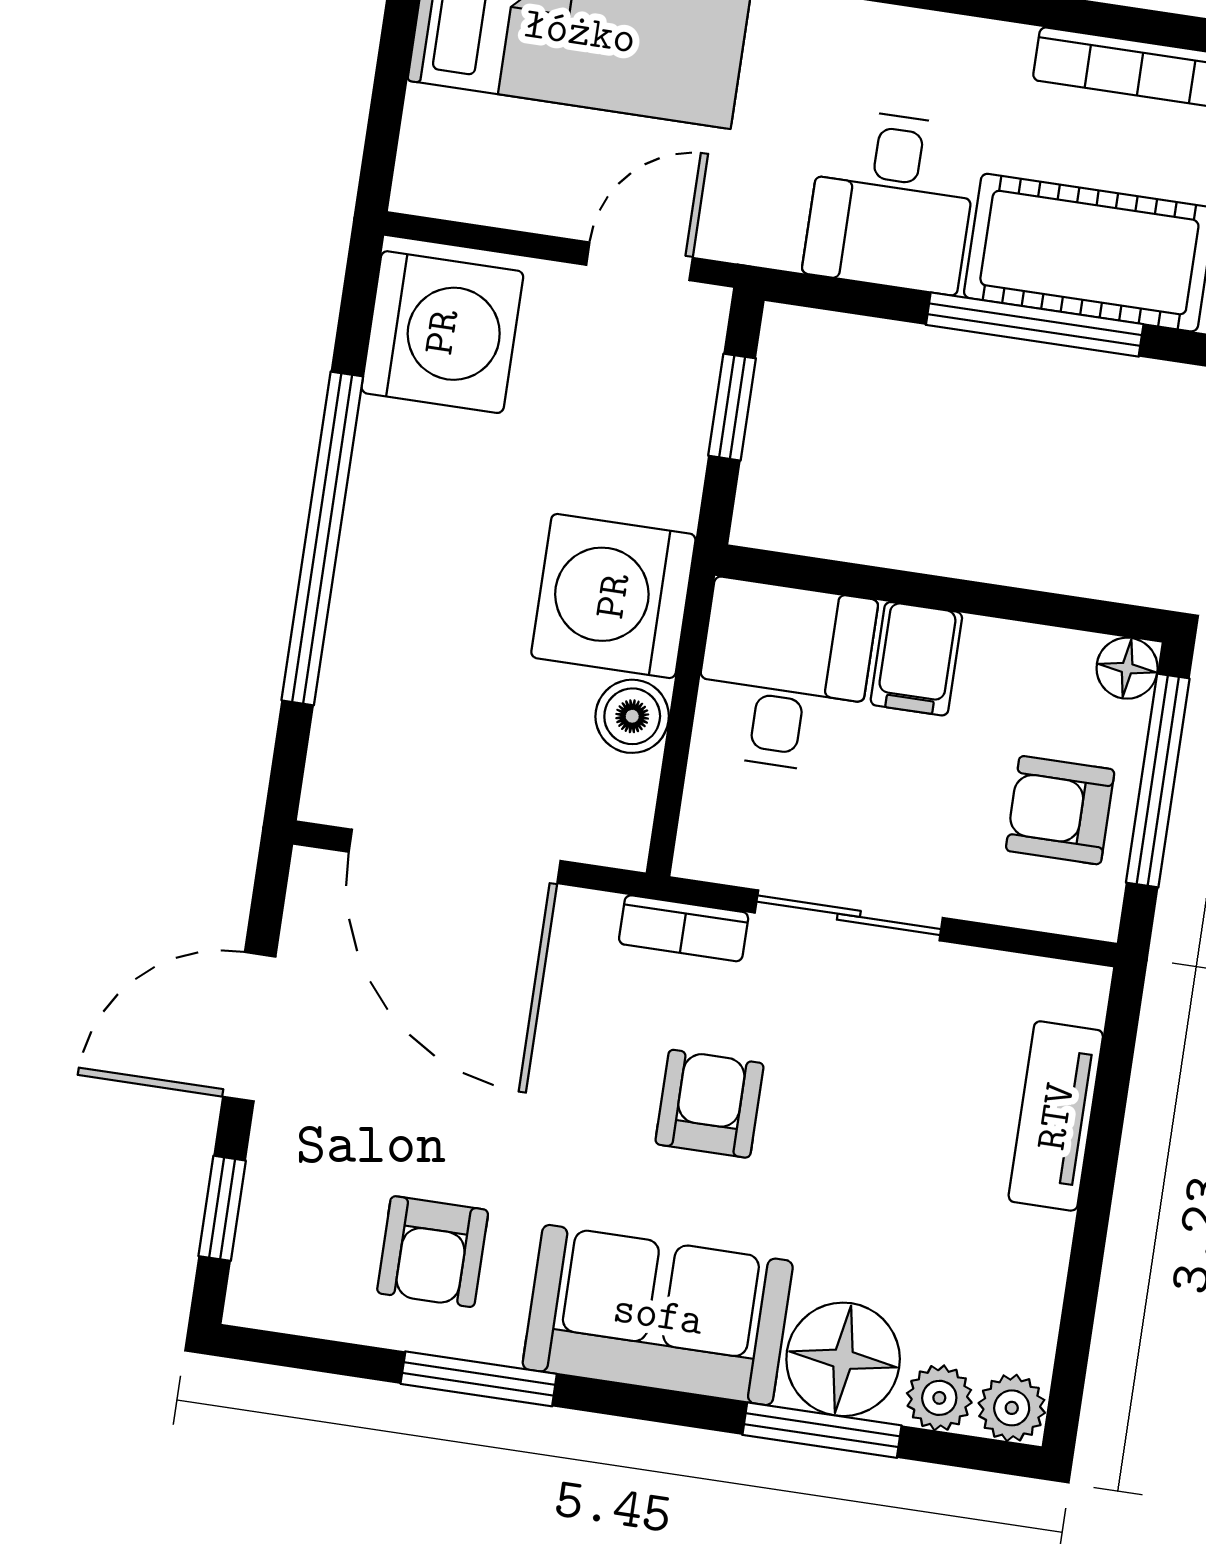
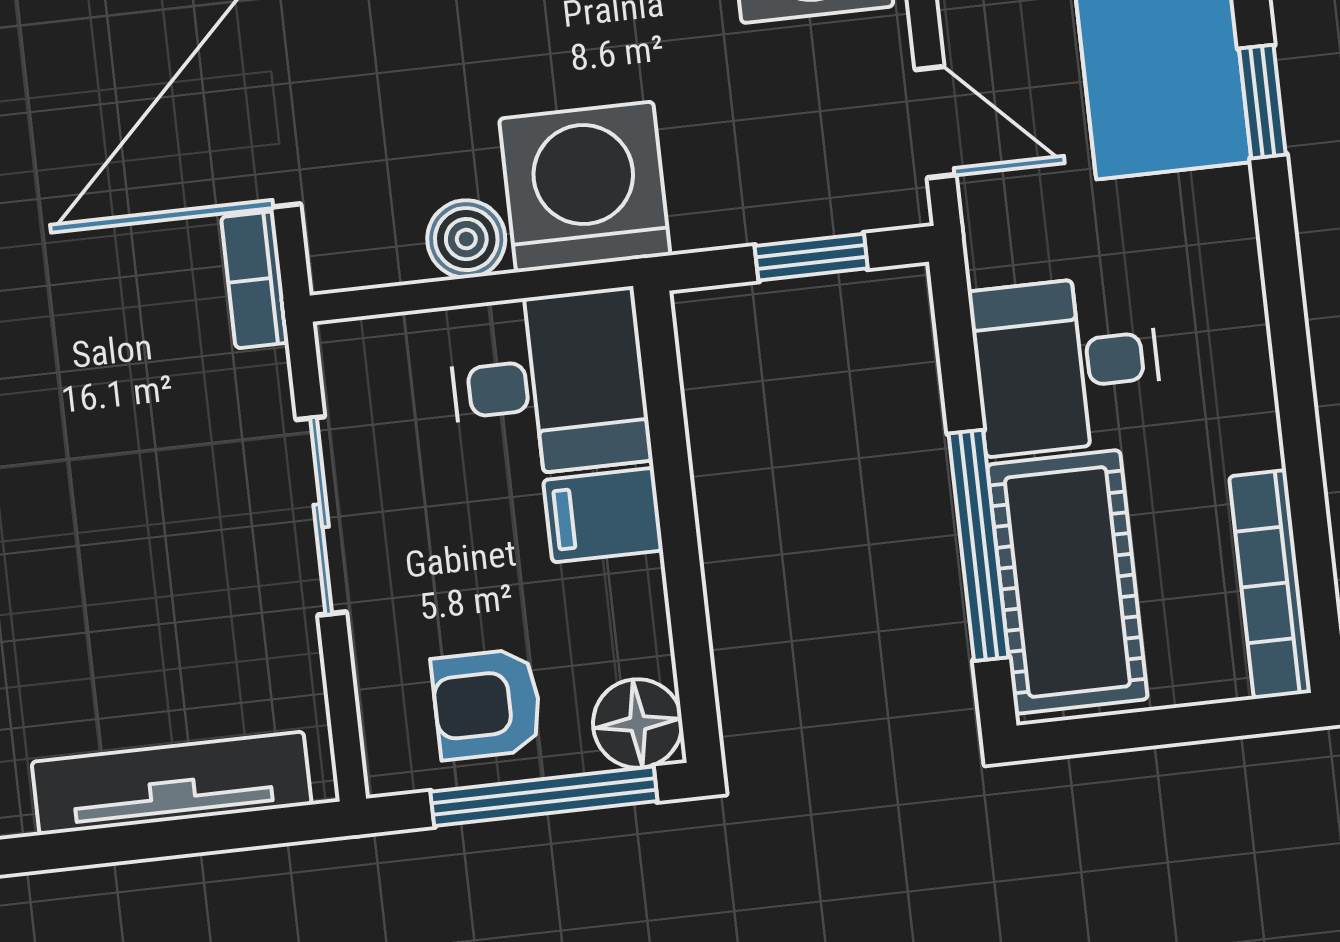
floor lamp: (1127, 668) -> (638, 723), width x1.37, depth x1.37
armchair: (1060, 810) -> (487, 704), turned -90
bookcase: (684, 928) -> (255, 280), moved
armchair: (709, 1104) -> (90, 424), removed
tv unit: (1056, 1116) -> (172, 783), width x1.41

